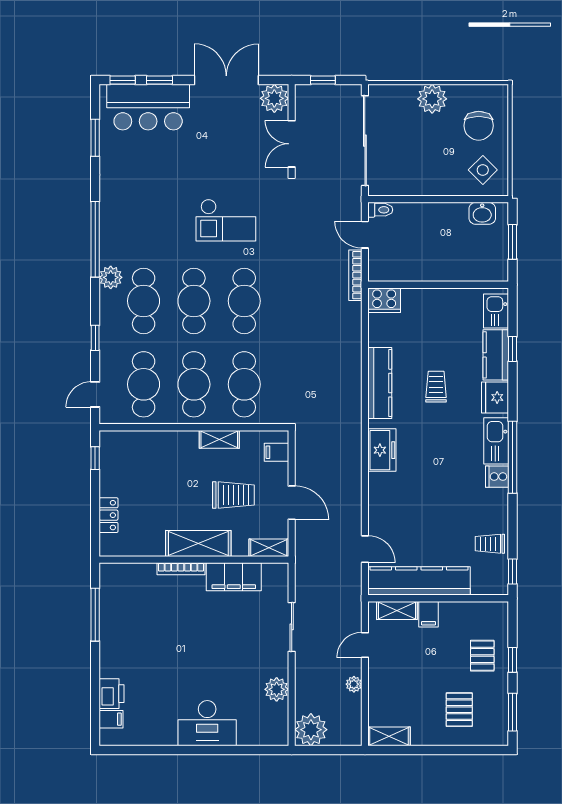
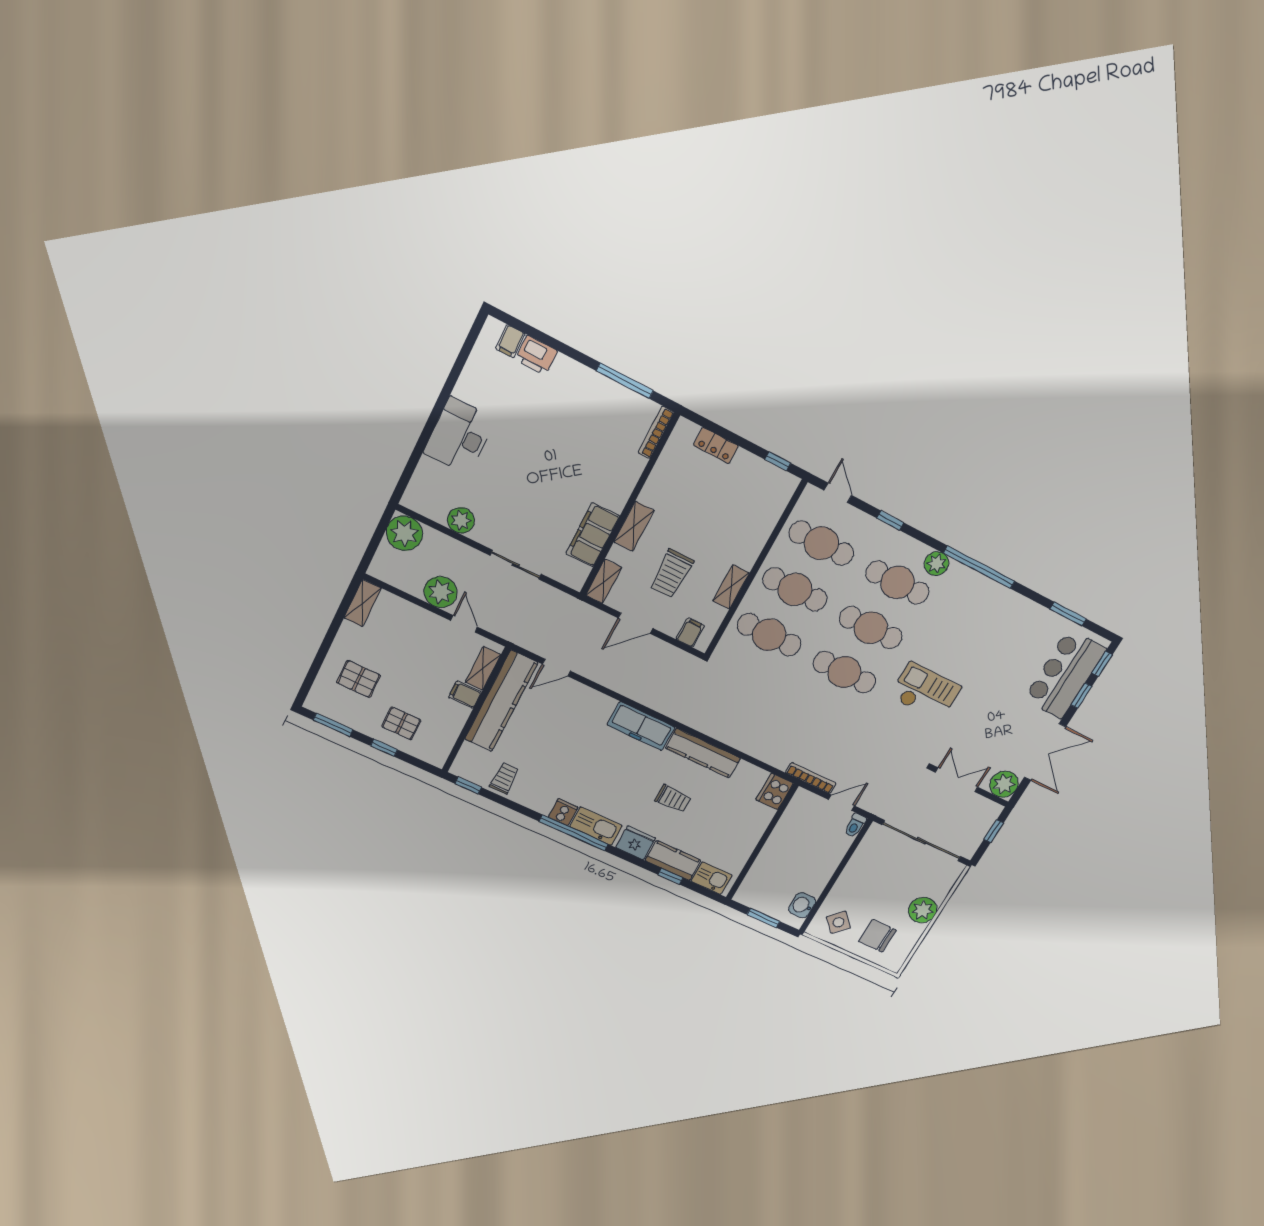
checkout: (226, 220) -> (925, 692), turned 90
freezer: (382, 450) -> (641, 726), width x1.40
shelving: (198, 543) -> (634, 526), width x0.67, depth x0.75
bookcase: (181, 569) -> (656, 432), moved
plant: (354, 684) -> (441, 592), width x1.87, depth x1.87

